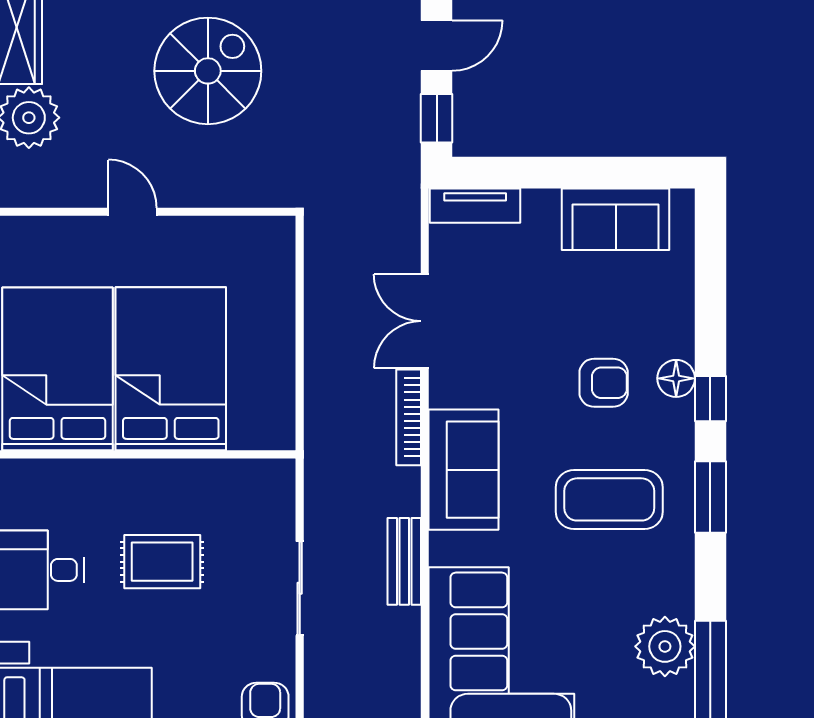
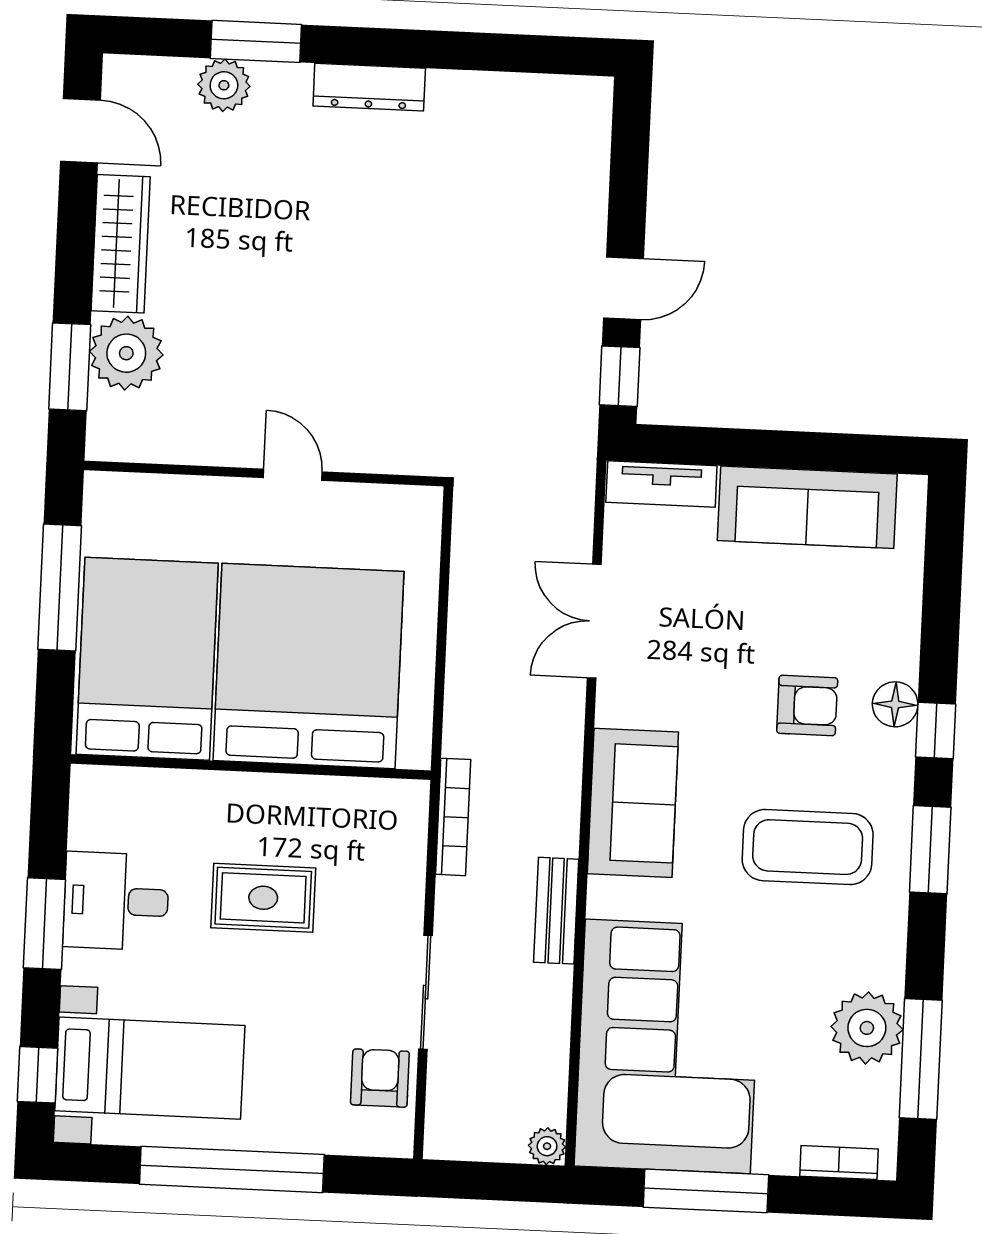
spiral stairs: (208, 71) -> (345, 306), removed
door: (132, 212) -> (293, 475), moved
sofa: (616, 219) -> (807, 507), width x1.36
bed: (171, 369) -> (308, 666), width x1.36
bookcase: (409, 417) -> (453, 817), moved, turned 180
sliding door: (300, 588) -> (426, 992), moved

